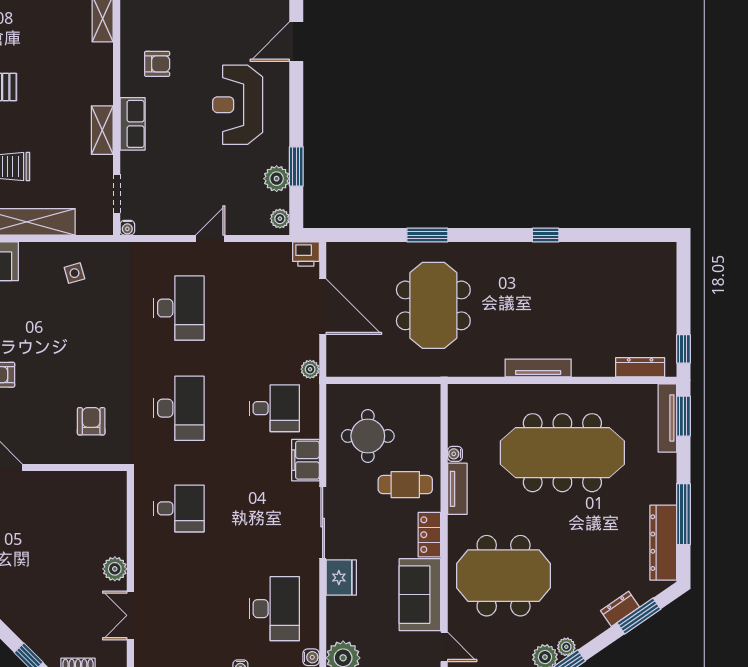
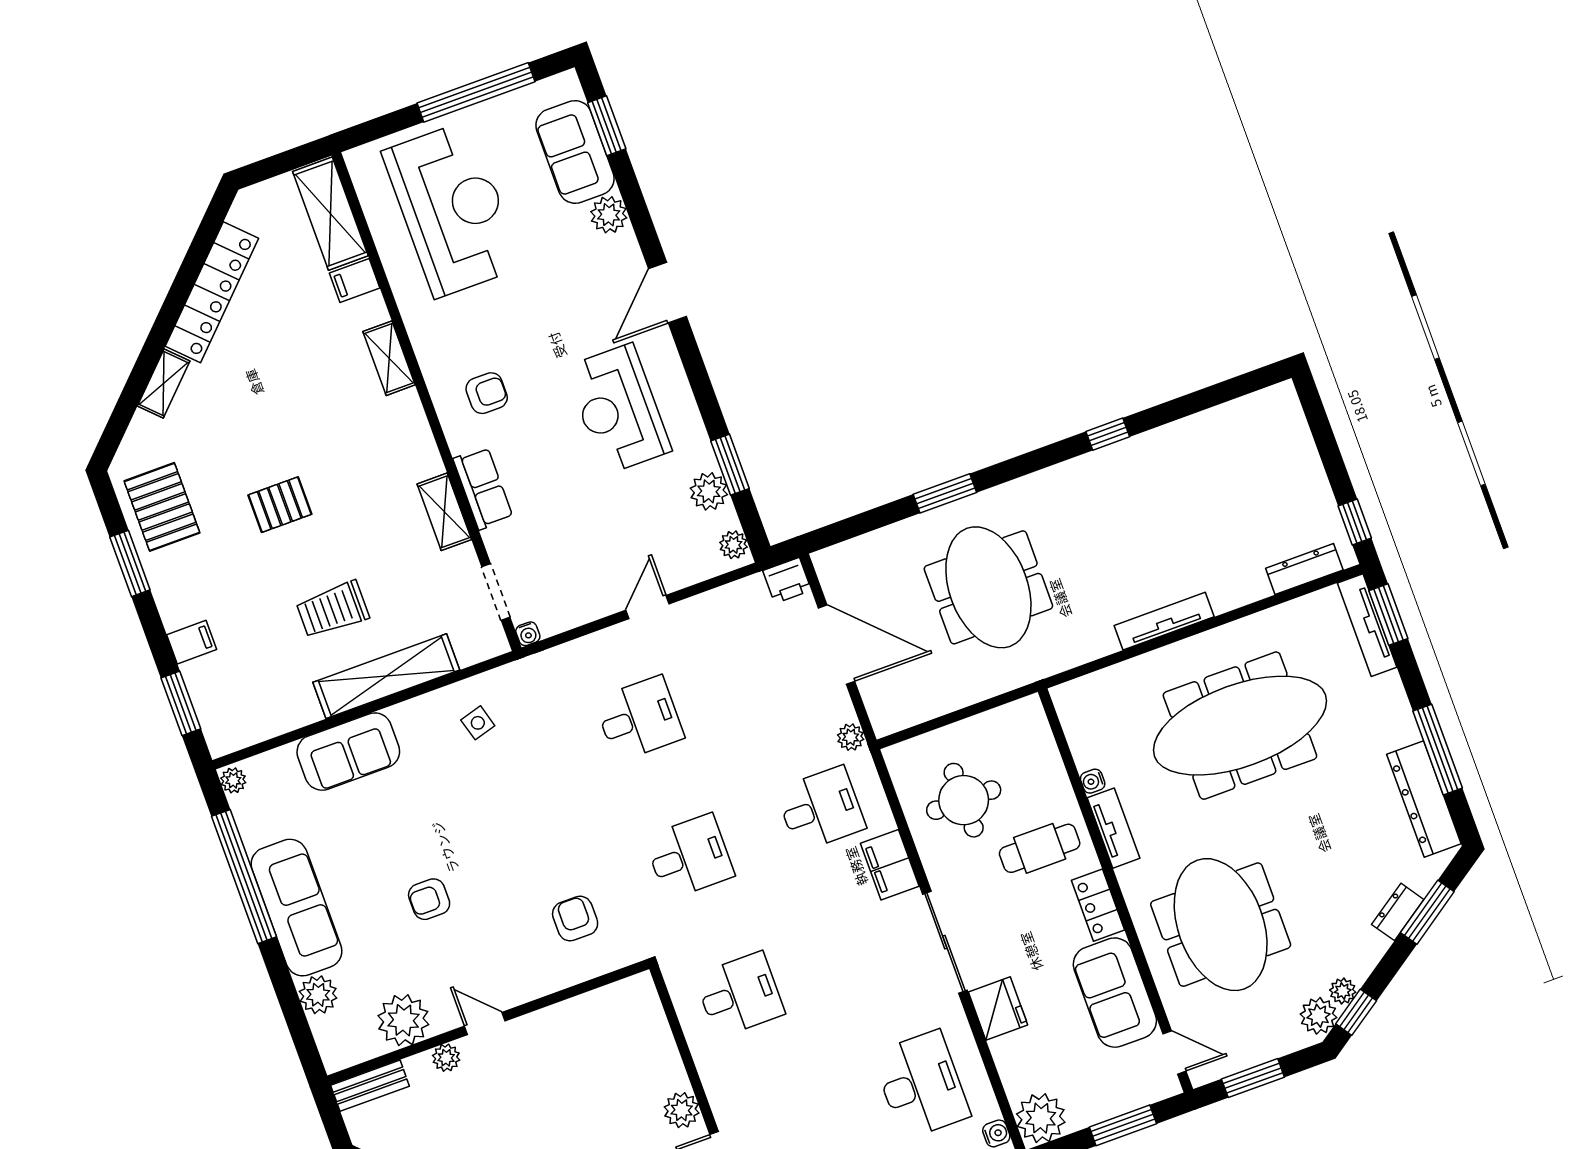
desk: (179, 308) -> (639, 719), width x0.73
desk: (179, 408) -> (689, 857), width x0.73
meeting table: (504, 576) -> (1221, 925), turned 90

